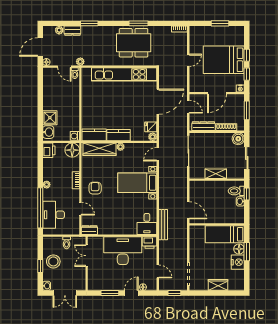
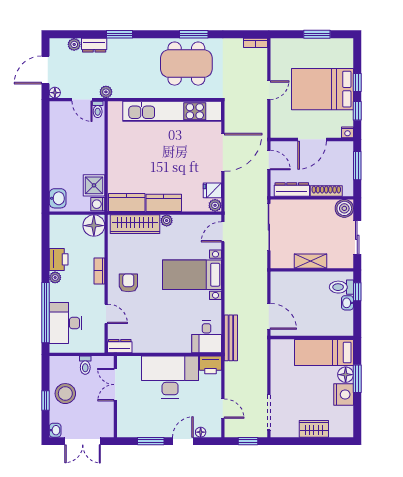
shower: (50, 118) -> (94, 185), moved
printer: (49, 150) -> (59, 259), moved

